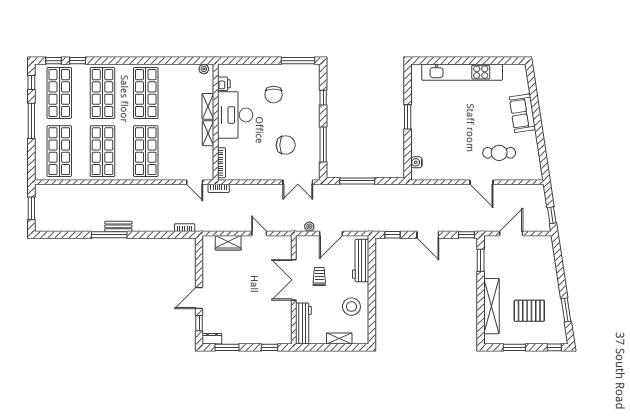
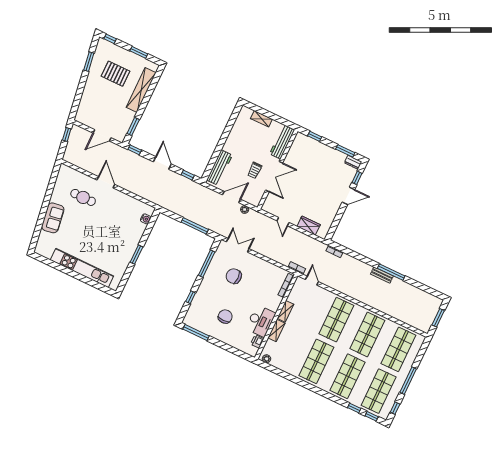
desk: (235, 115) -> (261, 321), width x0.73, depth x0.77
stool: (351, 307) -> (242, 138), removed

